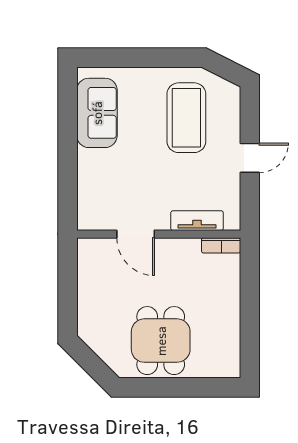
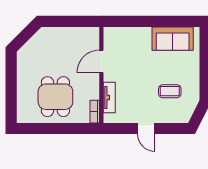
coffee table: (186, 118) -> (170, 91), width x0.54, depth x0.58
dining table: (161, 341) -> (55, 97), moved, turned 90

